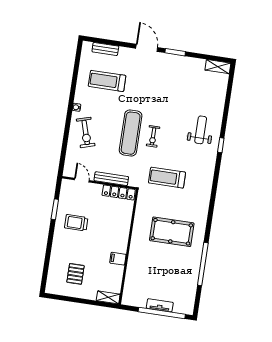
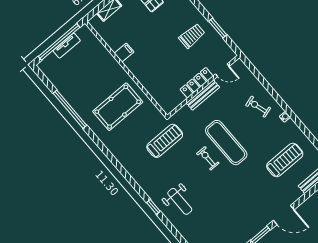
exercise bike: (86, 132) -> (258, 107), width x0.73, depth x0.72
locker: (119, 192) -> (197, 83), moved
wall: (128, 247) -> (126, 69), moved
filing cabinet: (118, 259) -> (124, 52), moved

